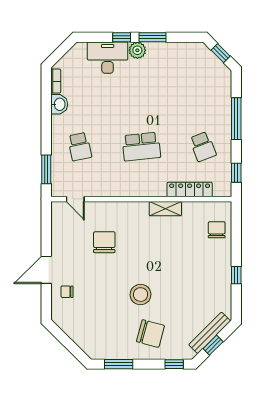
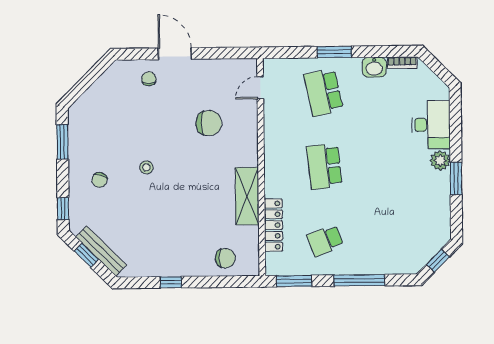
window: (122, 37) -> (456, 141), removed
school desk: (80, 147) -> (324, 92), width x1.85
window: (46, 169) -> (334, 52), moved
window: (236, 173) -> (294, 281), width x1.50
shelving: (165, 209) -> (247, 196), width x1.50, depth x1.33
stool: (140, 295) -> (146, 167), width x0.53, depth x0.53
chair: (151, 334) -> (100, 180), width x0.54, depth x0.54

